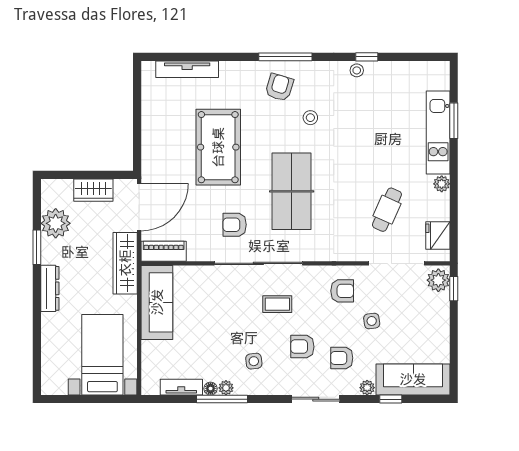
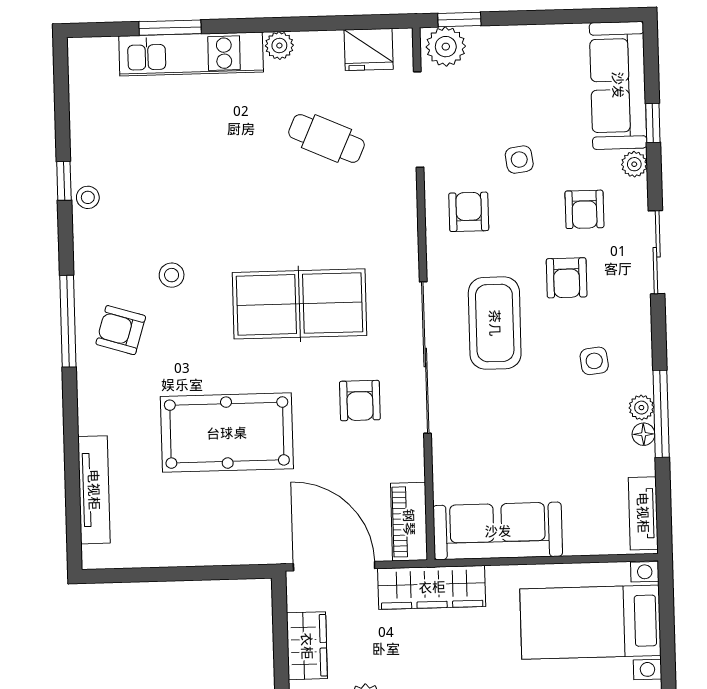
coffee table: (277, 304) -> (495, 323), width x1.86, depth x1.72
tv unit: (181, 387) -> (643, 513), moved

